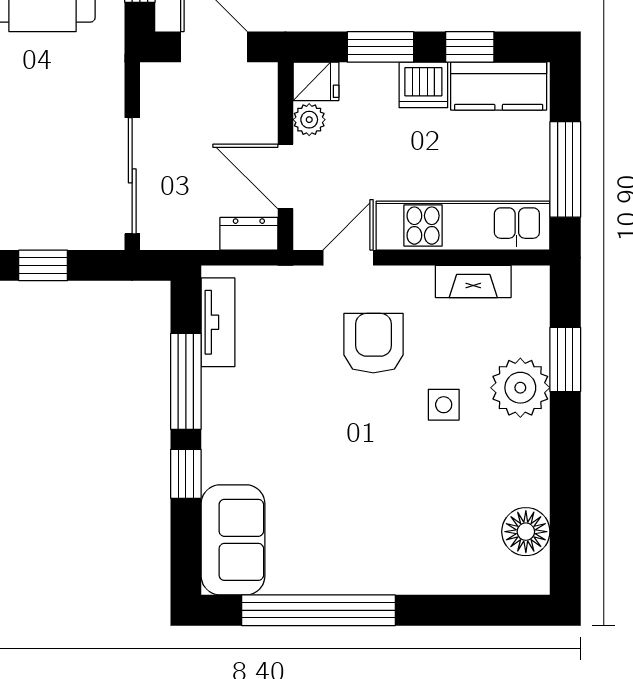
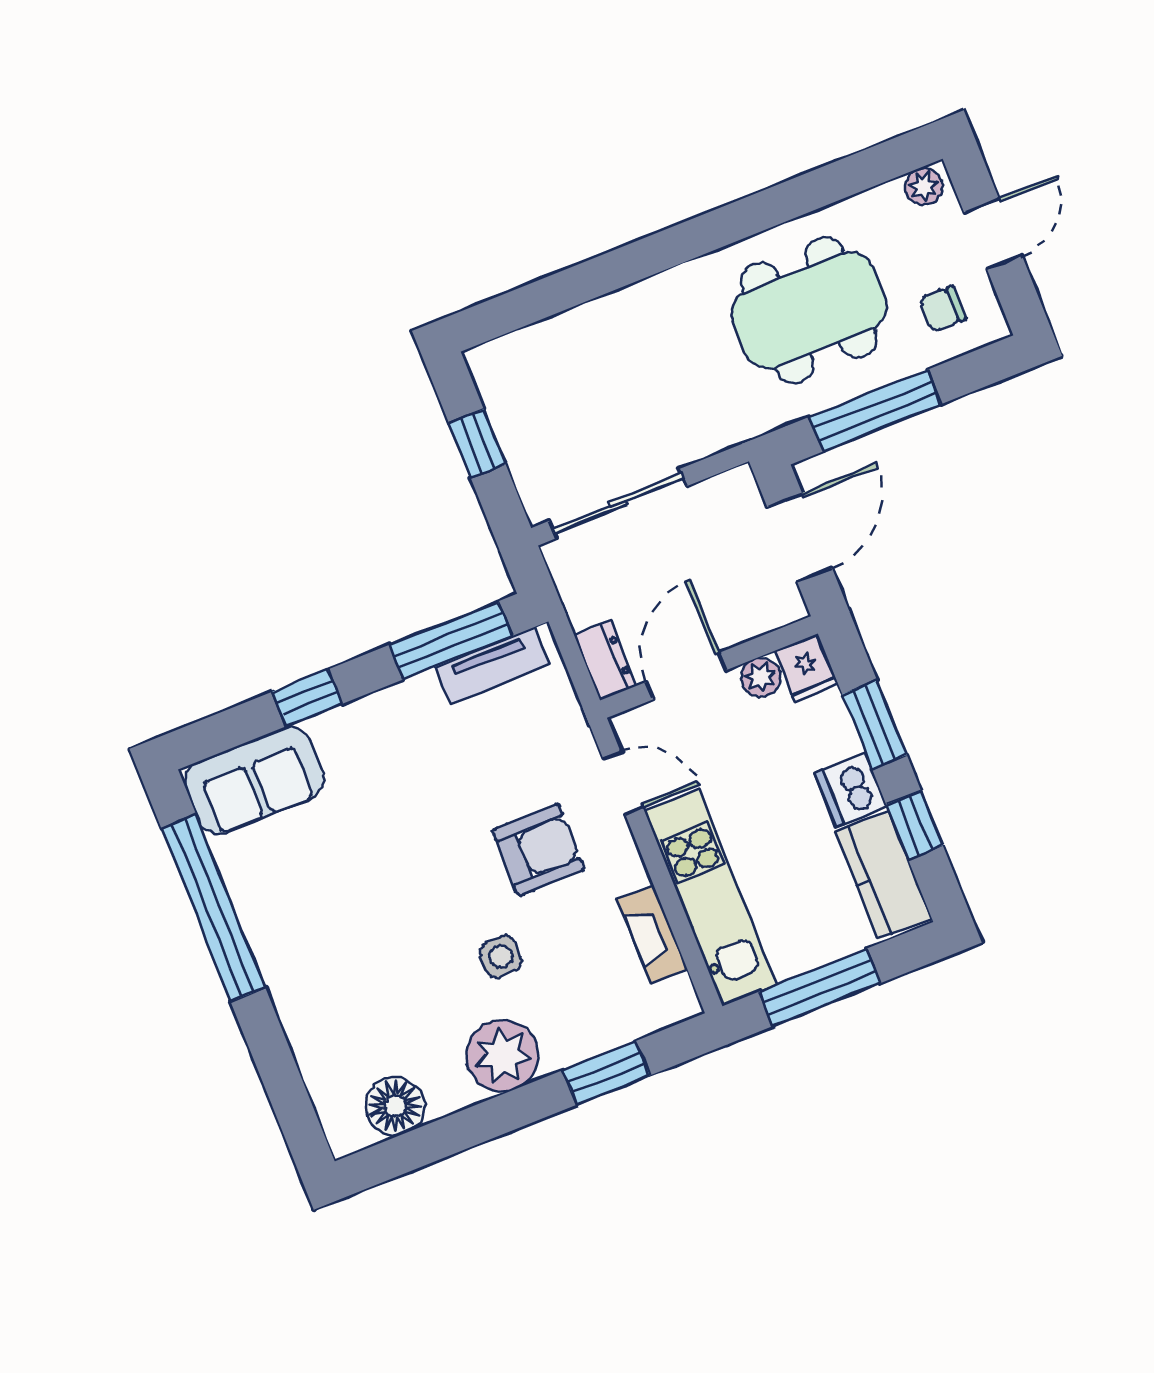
window: (186, 381) -> (451, 640), moved
plant: (520, 388) -> (502, 1056), moved

